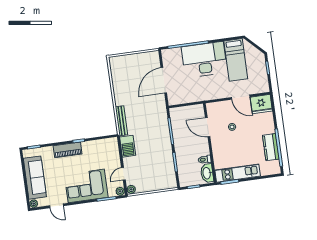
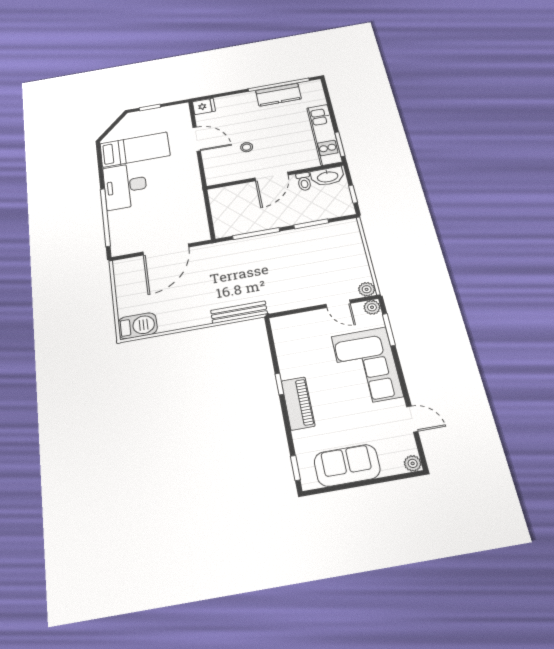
desk: (204, 60) -> (125, 186), width x0.73, depth x0.77
door: (164, 80) -> (166, 250), hinge flipped
door: (241, 97) -> (197, 139), hinge flipped
fridge: (261, 104) -> (204, 106), width x0.53, depth x0.75
door: (208, 127) -> (272, 176), moved
barbecue: (128, 146) -> (138, 326), moved
sofa: (35, 178) -> (347, 465), width x0.73
door: (56, 206) -> (412, 419), hinge flipped

